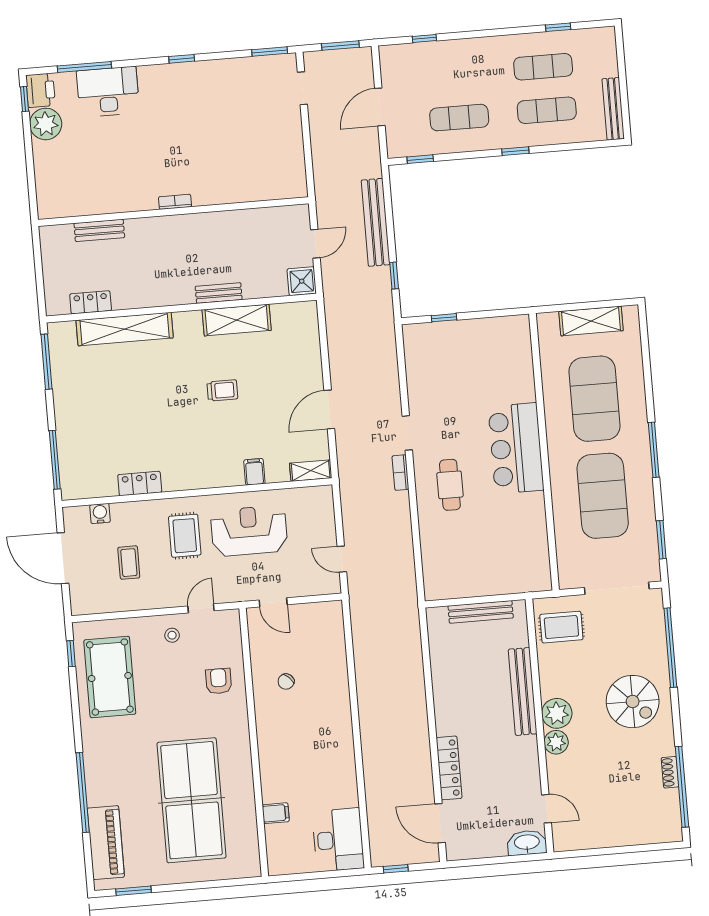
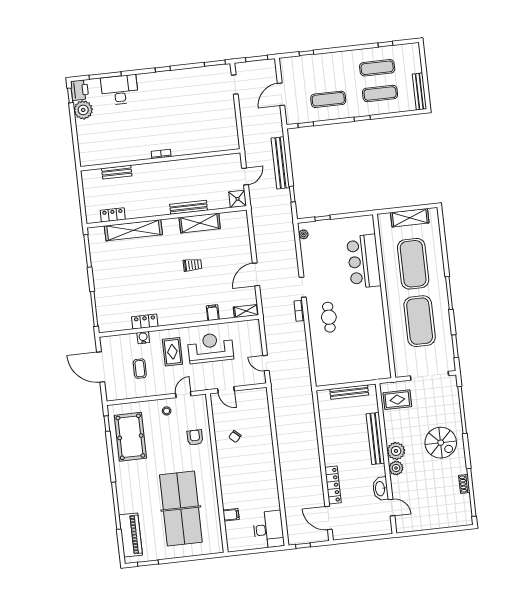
bench: (219, 293) -> (189, 207), width x1.36
plant: (411, 344) -> (303, 234), added
bar counter: (516, 448) -> (364, 261), moved
water cooler: (100, 514) -> (143, 338), moved
washbasin: (527, 843) -> (380, 489), moved, turned -90

